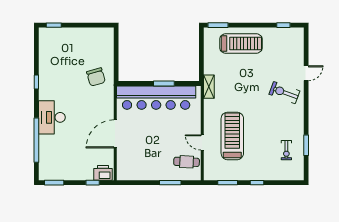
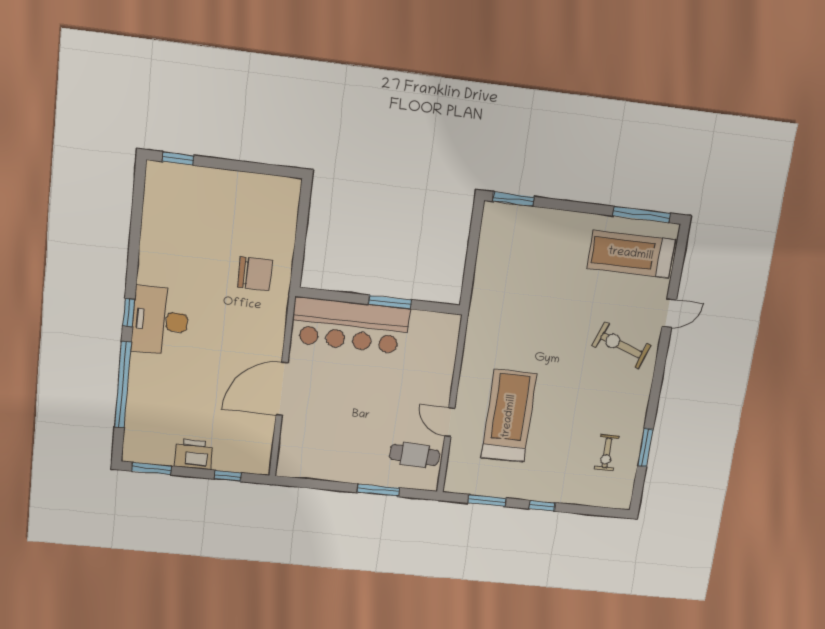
window: (283, 25) -> (642, 215), width x2.17
treadmill: (241, 43) -> (631, 254), moved, turned 180
chair: (96, 77) -> (255, 274), turned -74
window: (36, 82) -> (129, 313), moved
shelving: (209, 87) -> (478, 318), removed
bar counter: (156, 98) -> (350, 325), width x0.73
desk: (52, 117) -> (160, 321), moved
printer: (103, 173) -> (194, 454), moved

